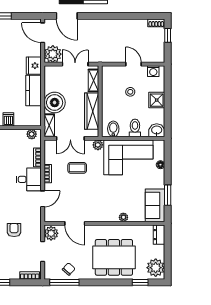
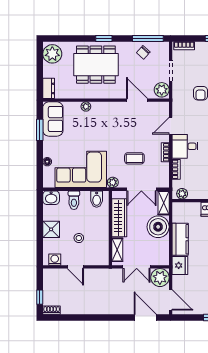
double door: (70, 138) -> (141, 189), swing flipped
window: (140, 282) -> (104, 38), moved

